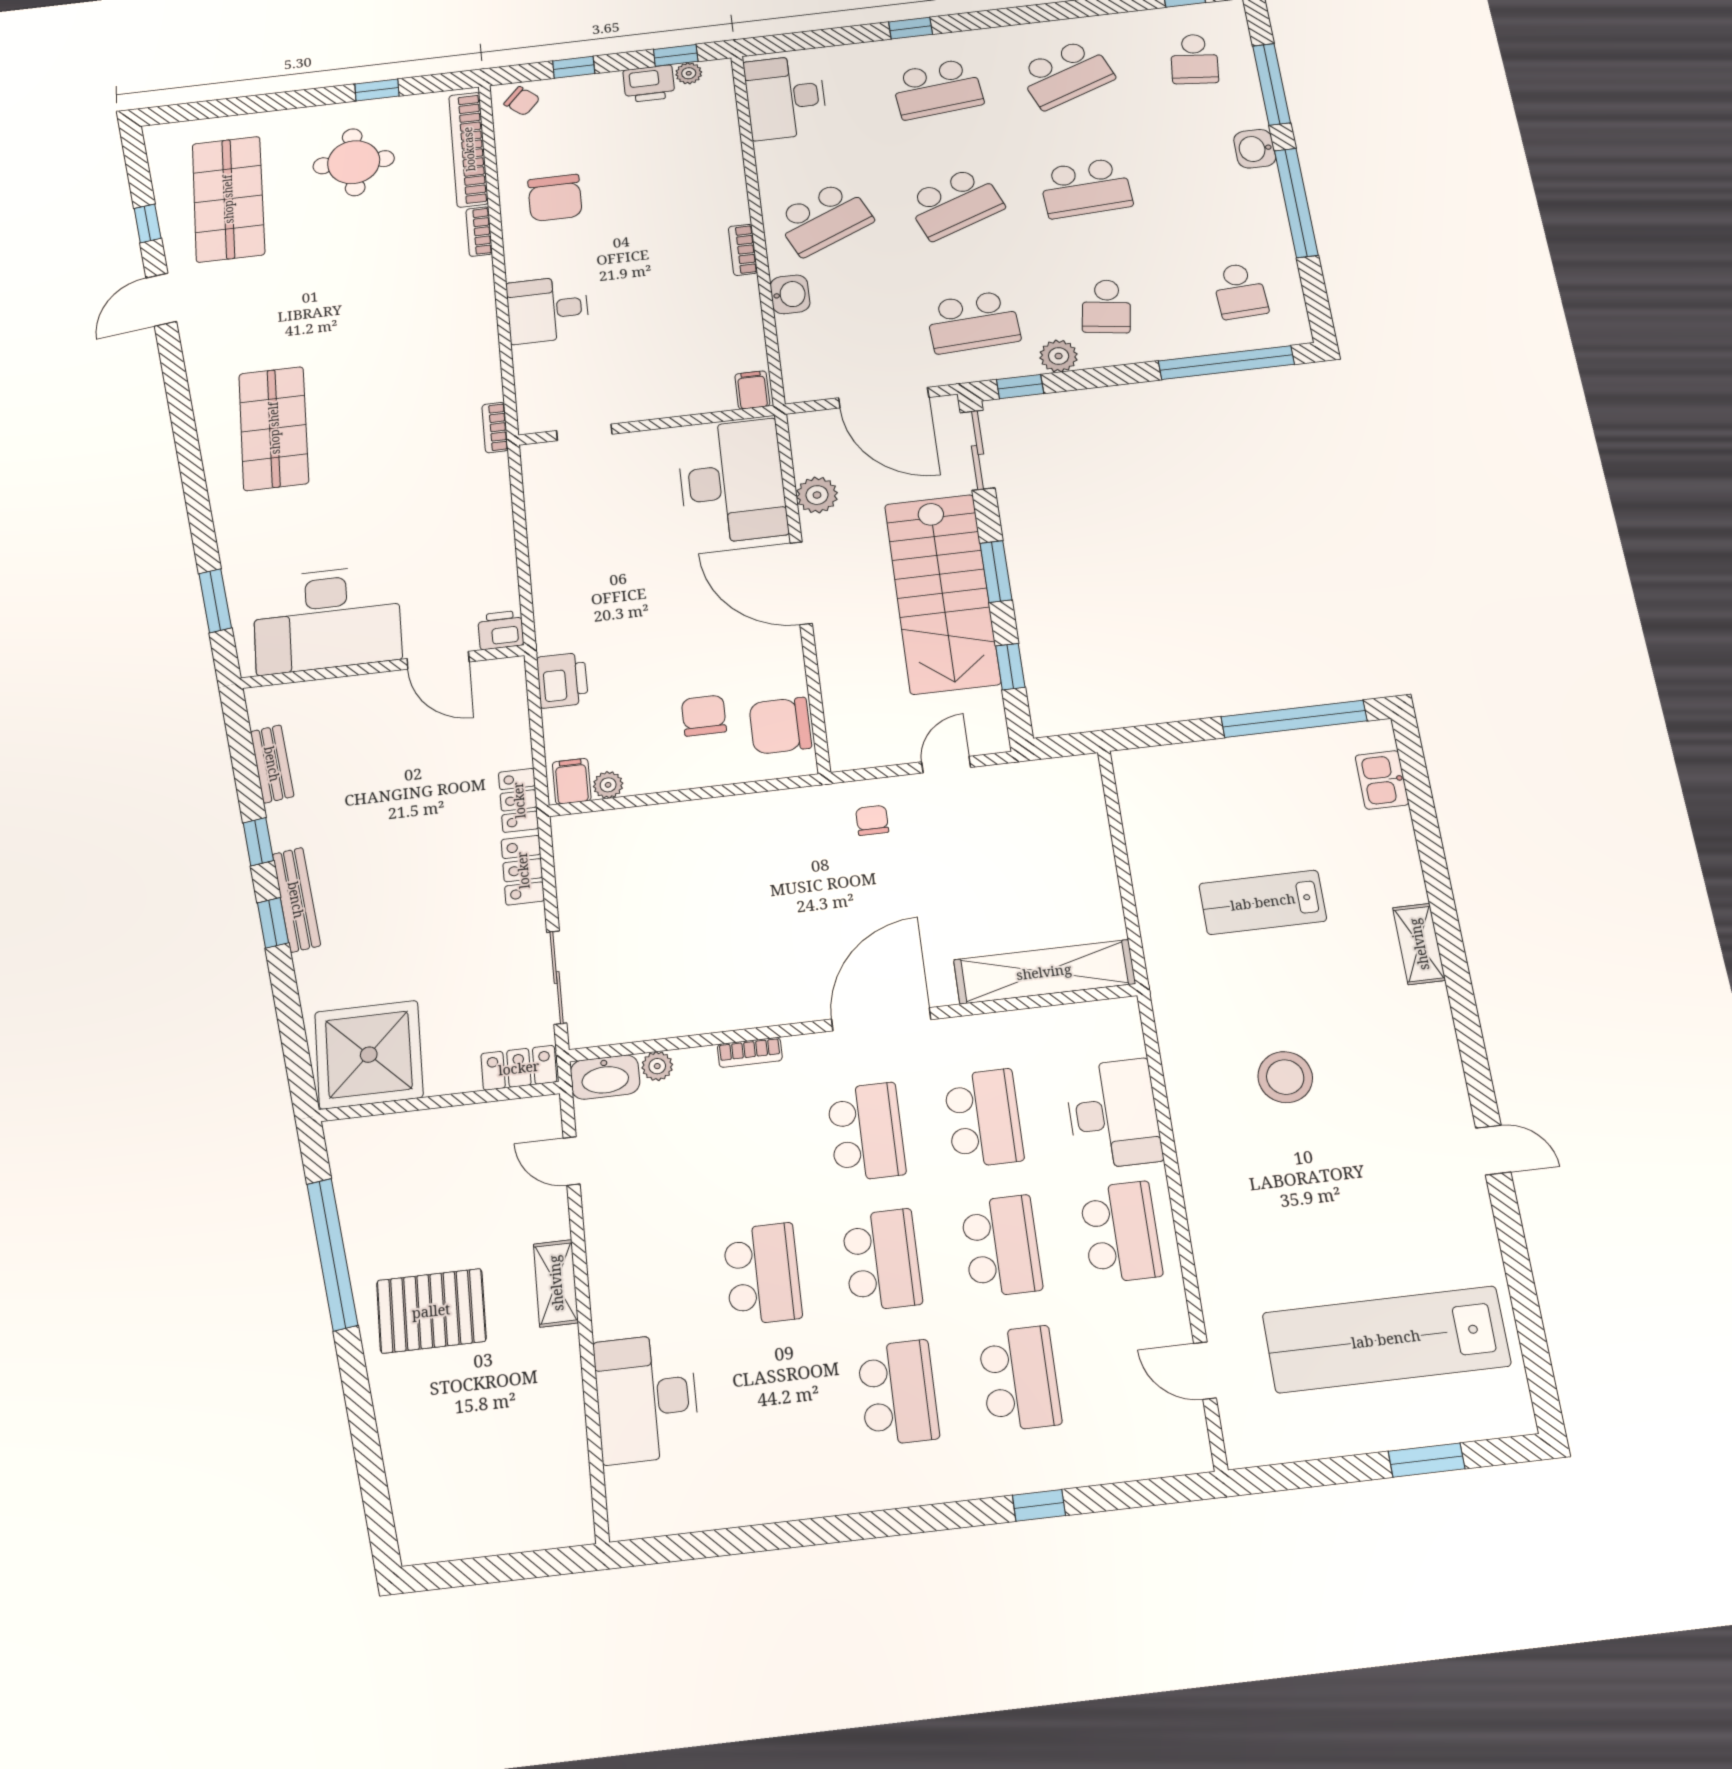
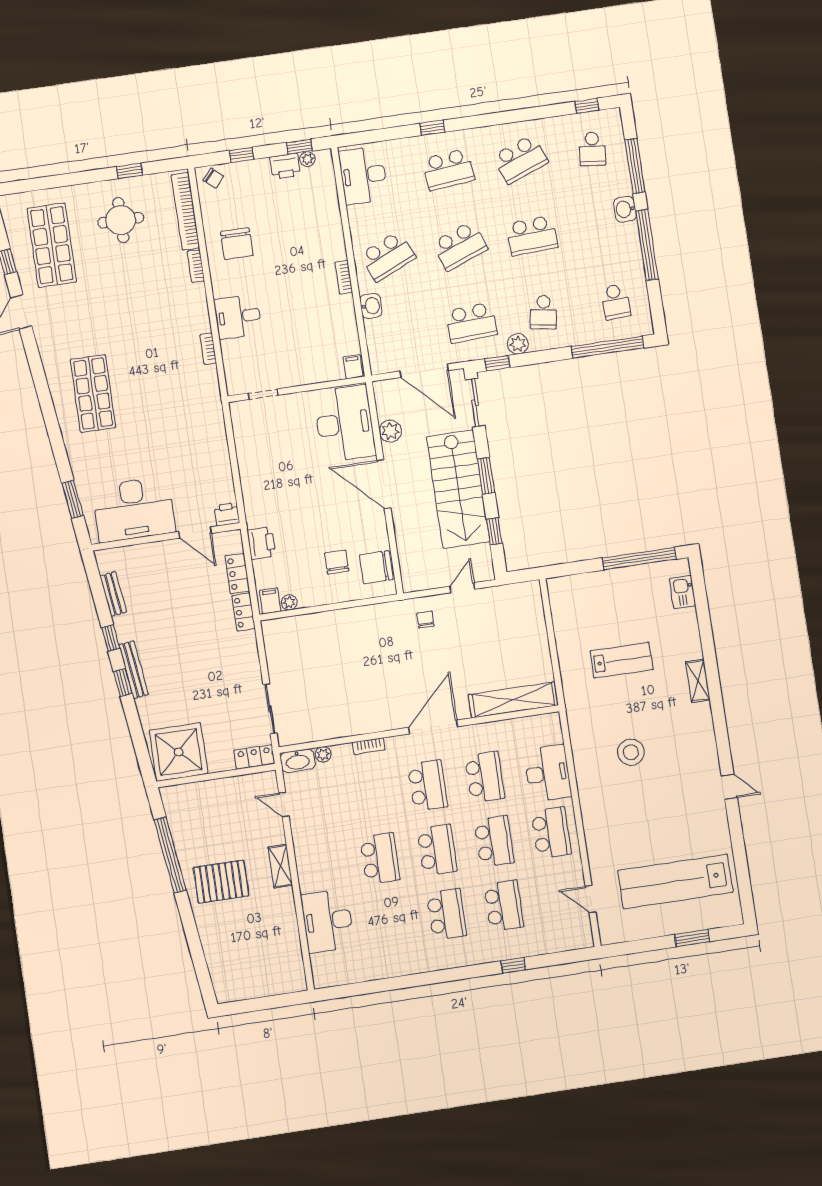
bookcase: (495, 428) -> (208, 349), moved
locker: (523, 870) -> (237, 573), moved
lab bench: (1263, 902) -> (622, 660), turned 180

